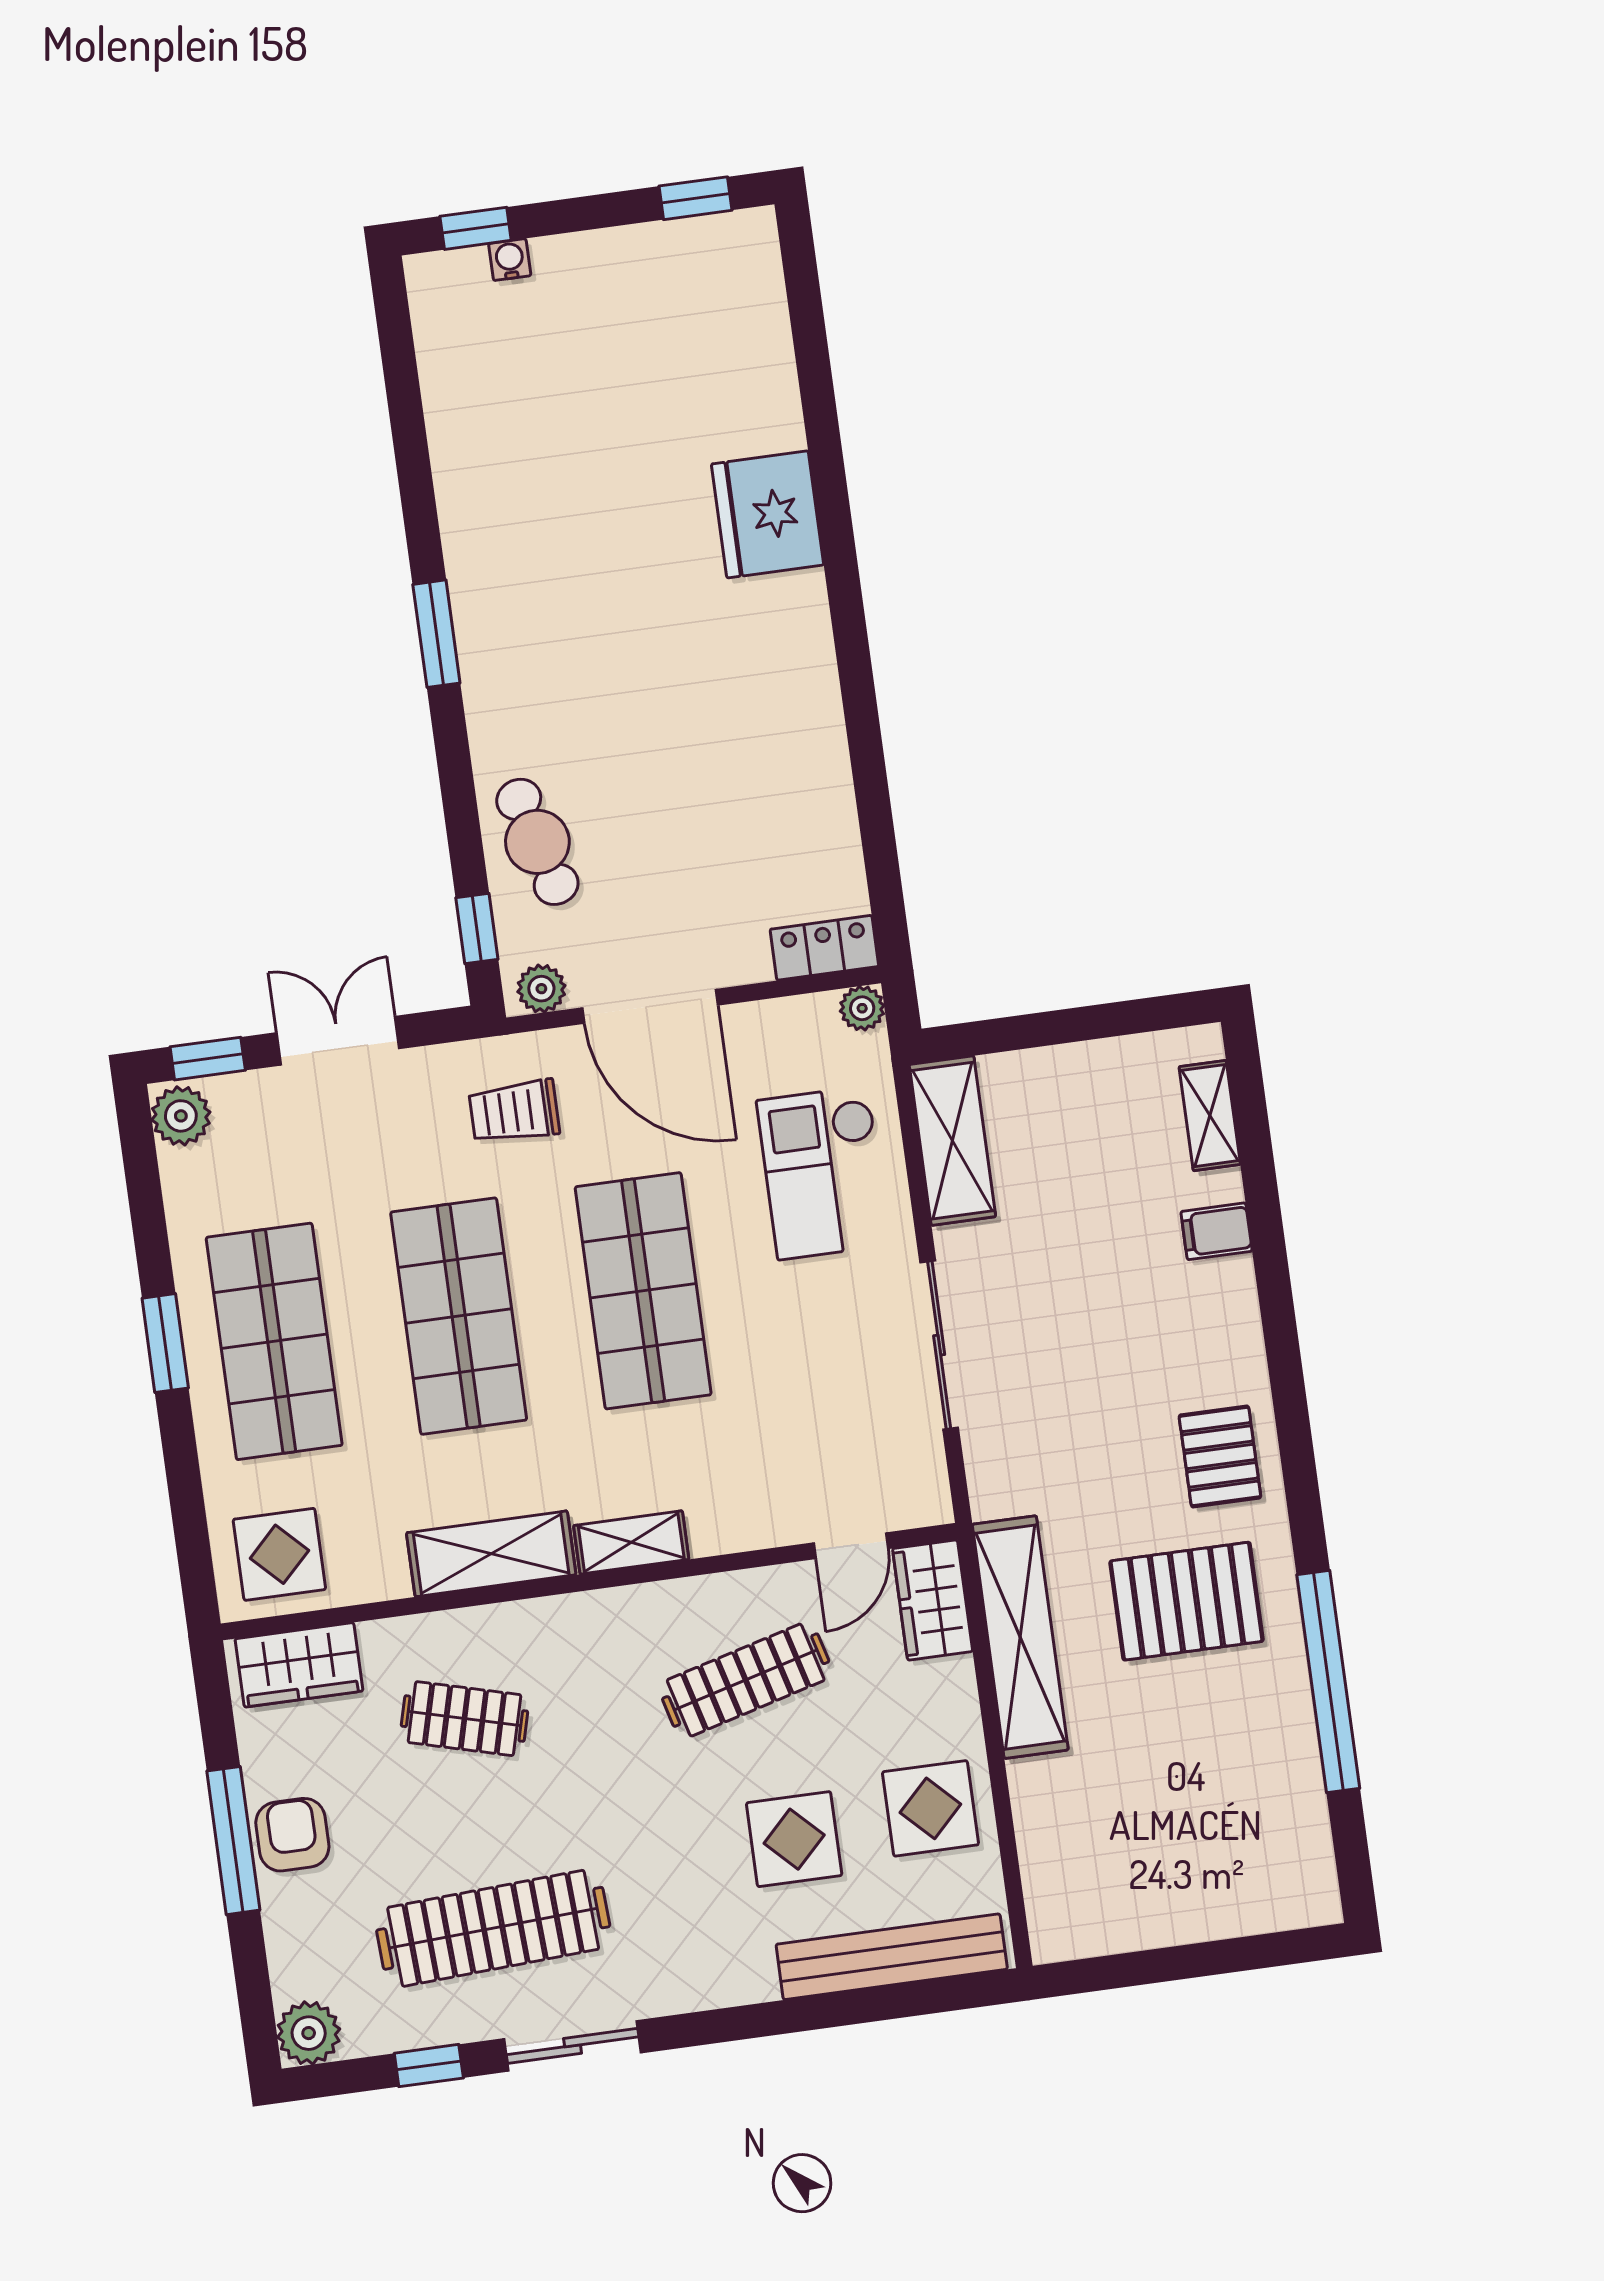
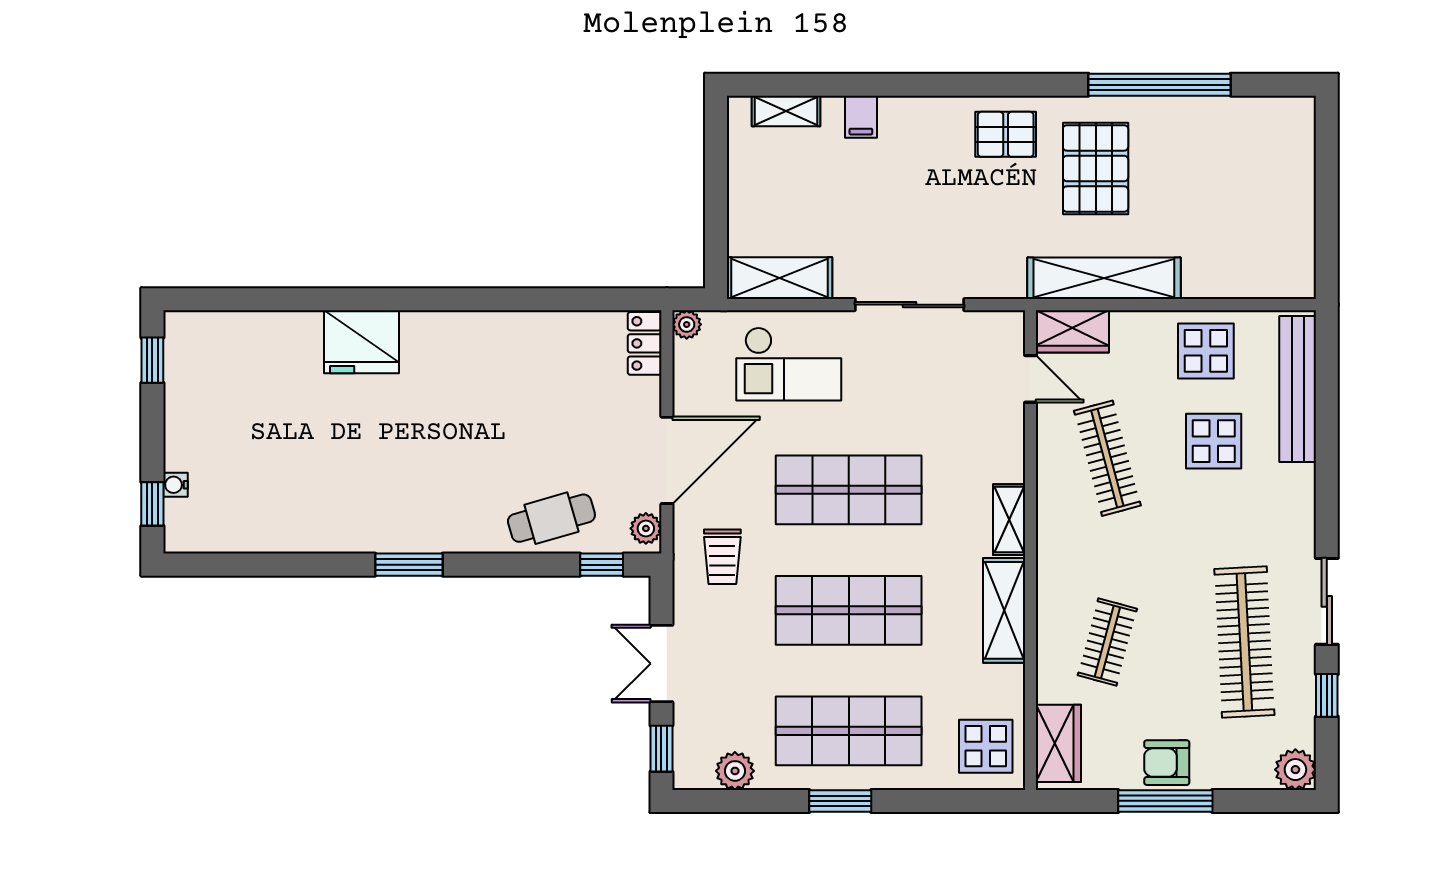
plant: (181, 1116) -> (735, 771), moved

